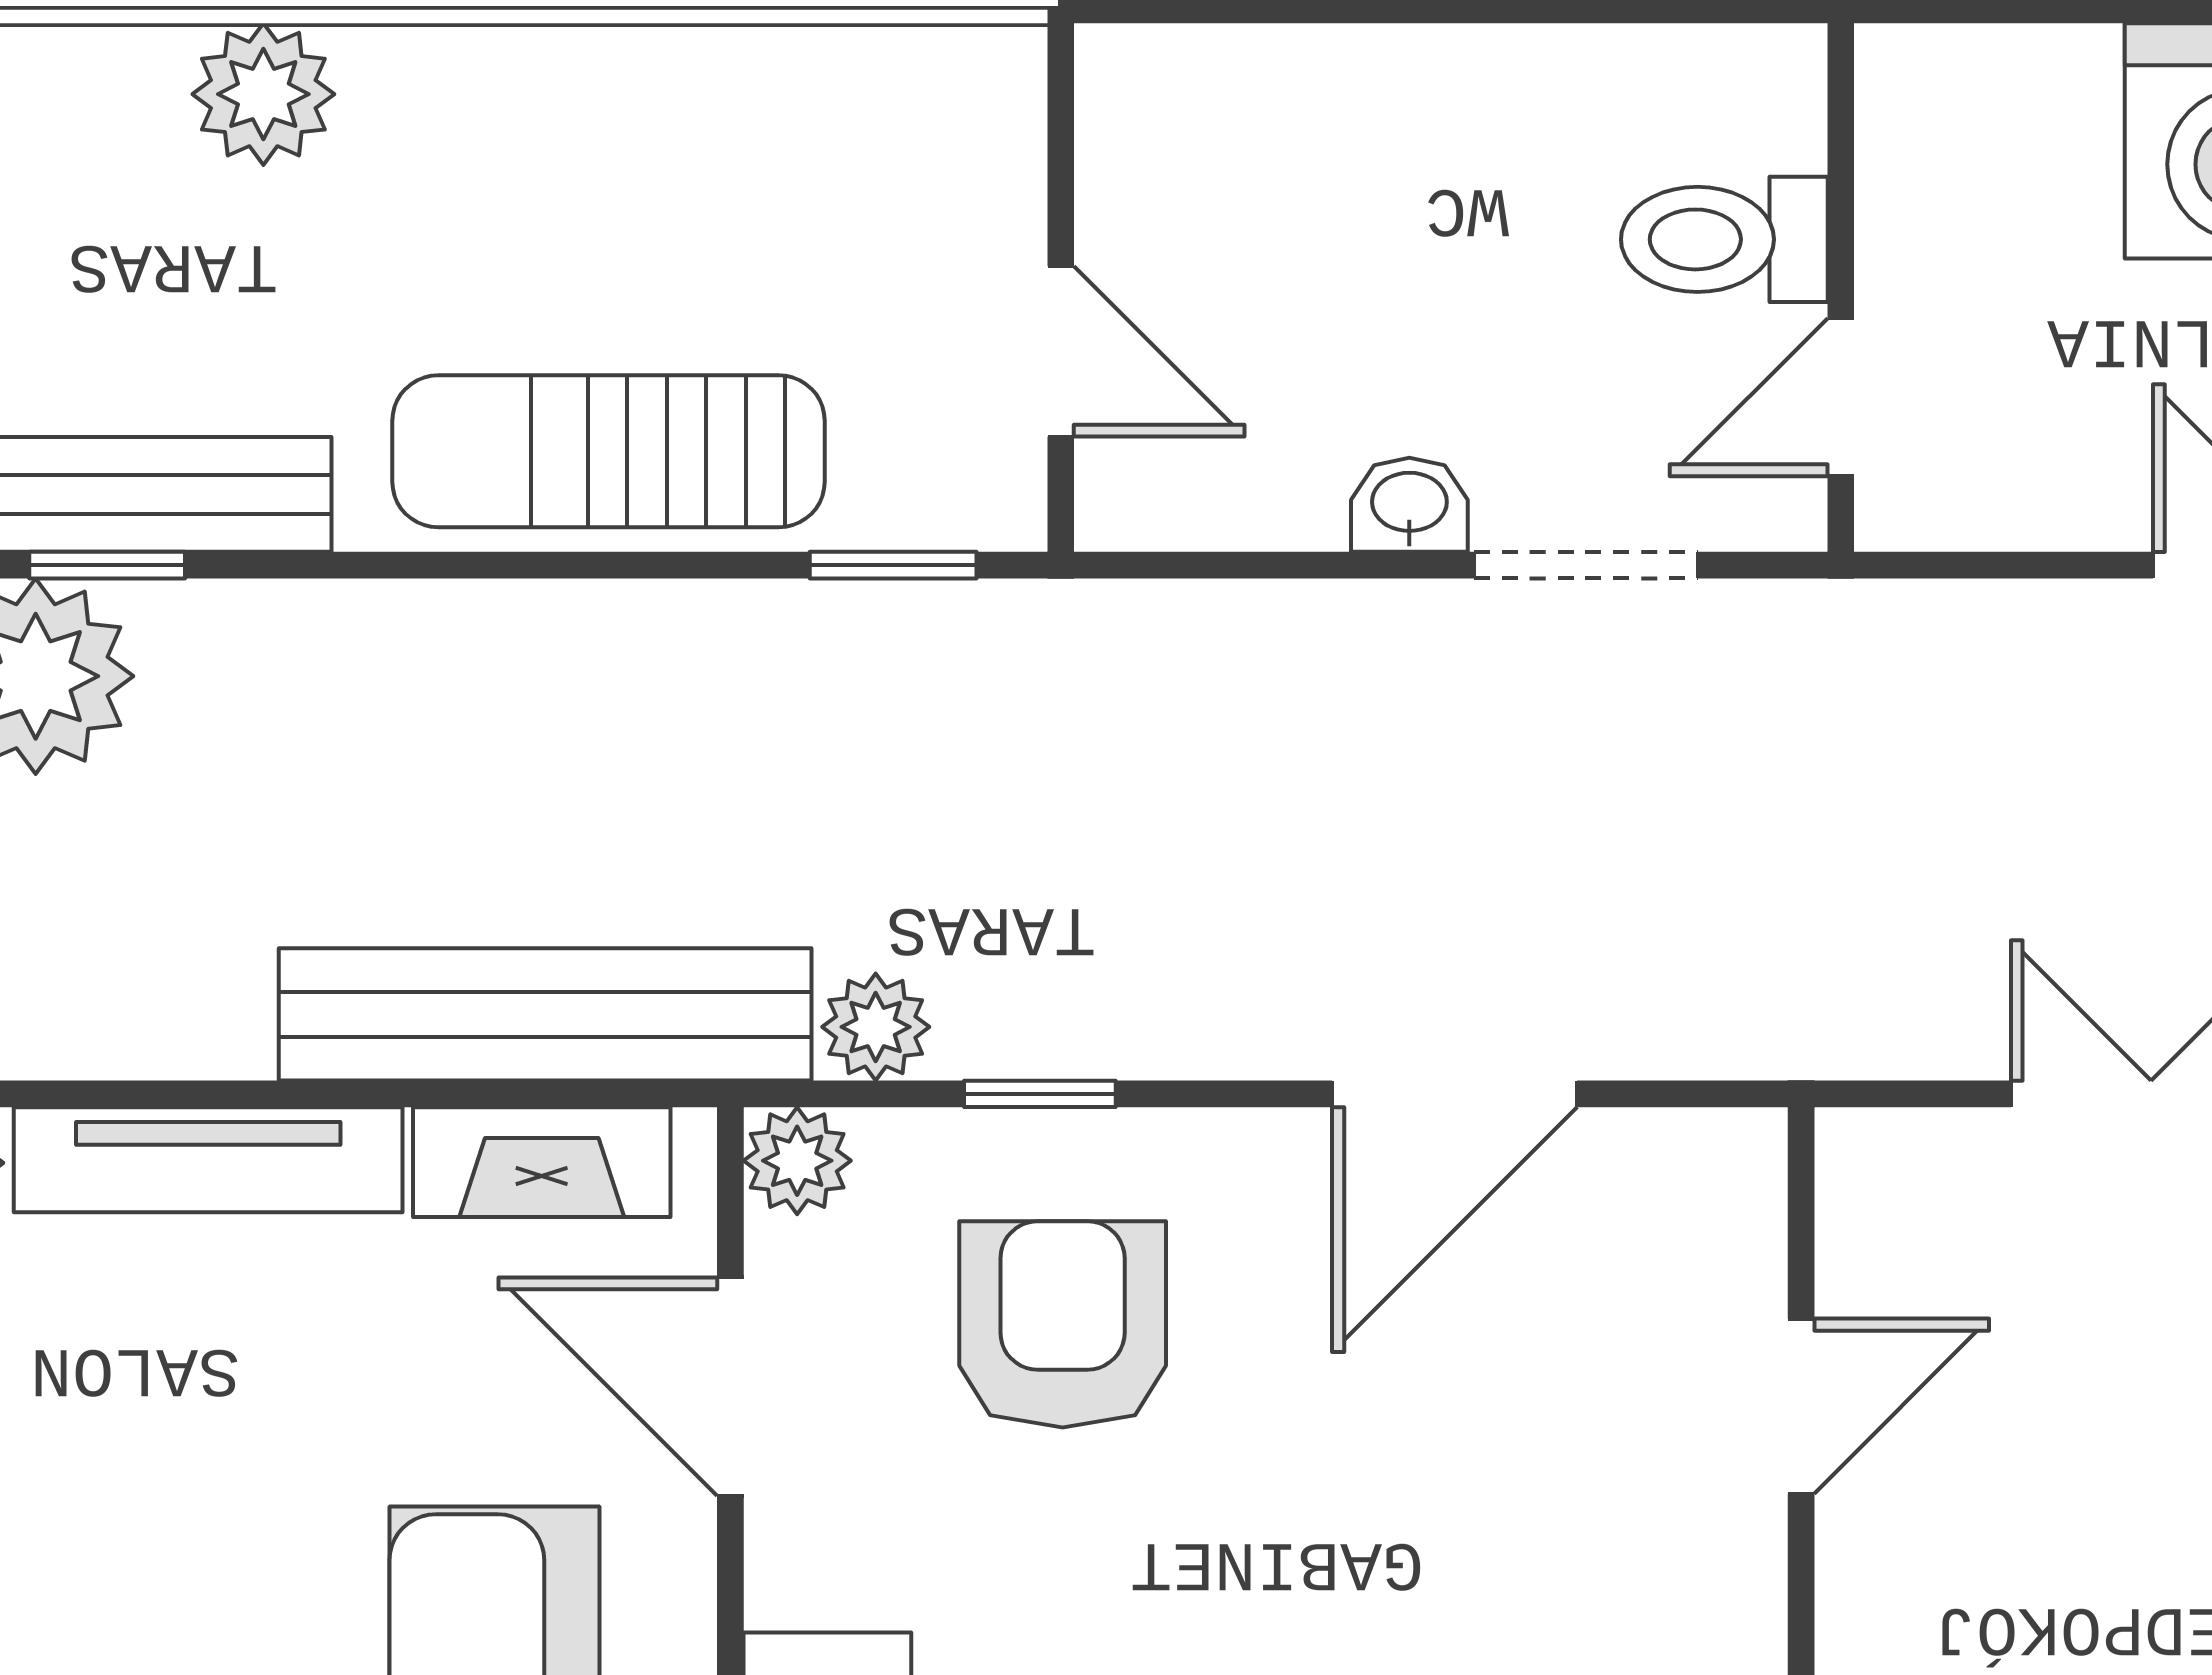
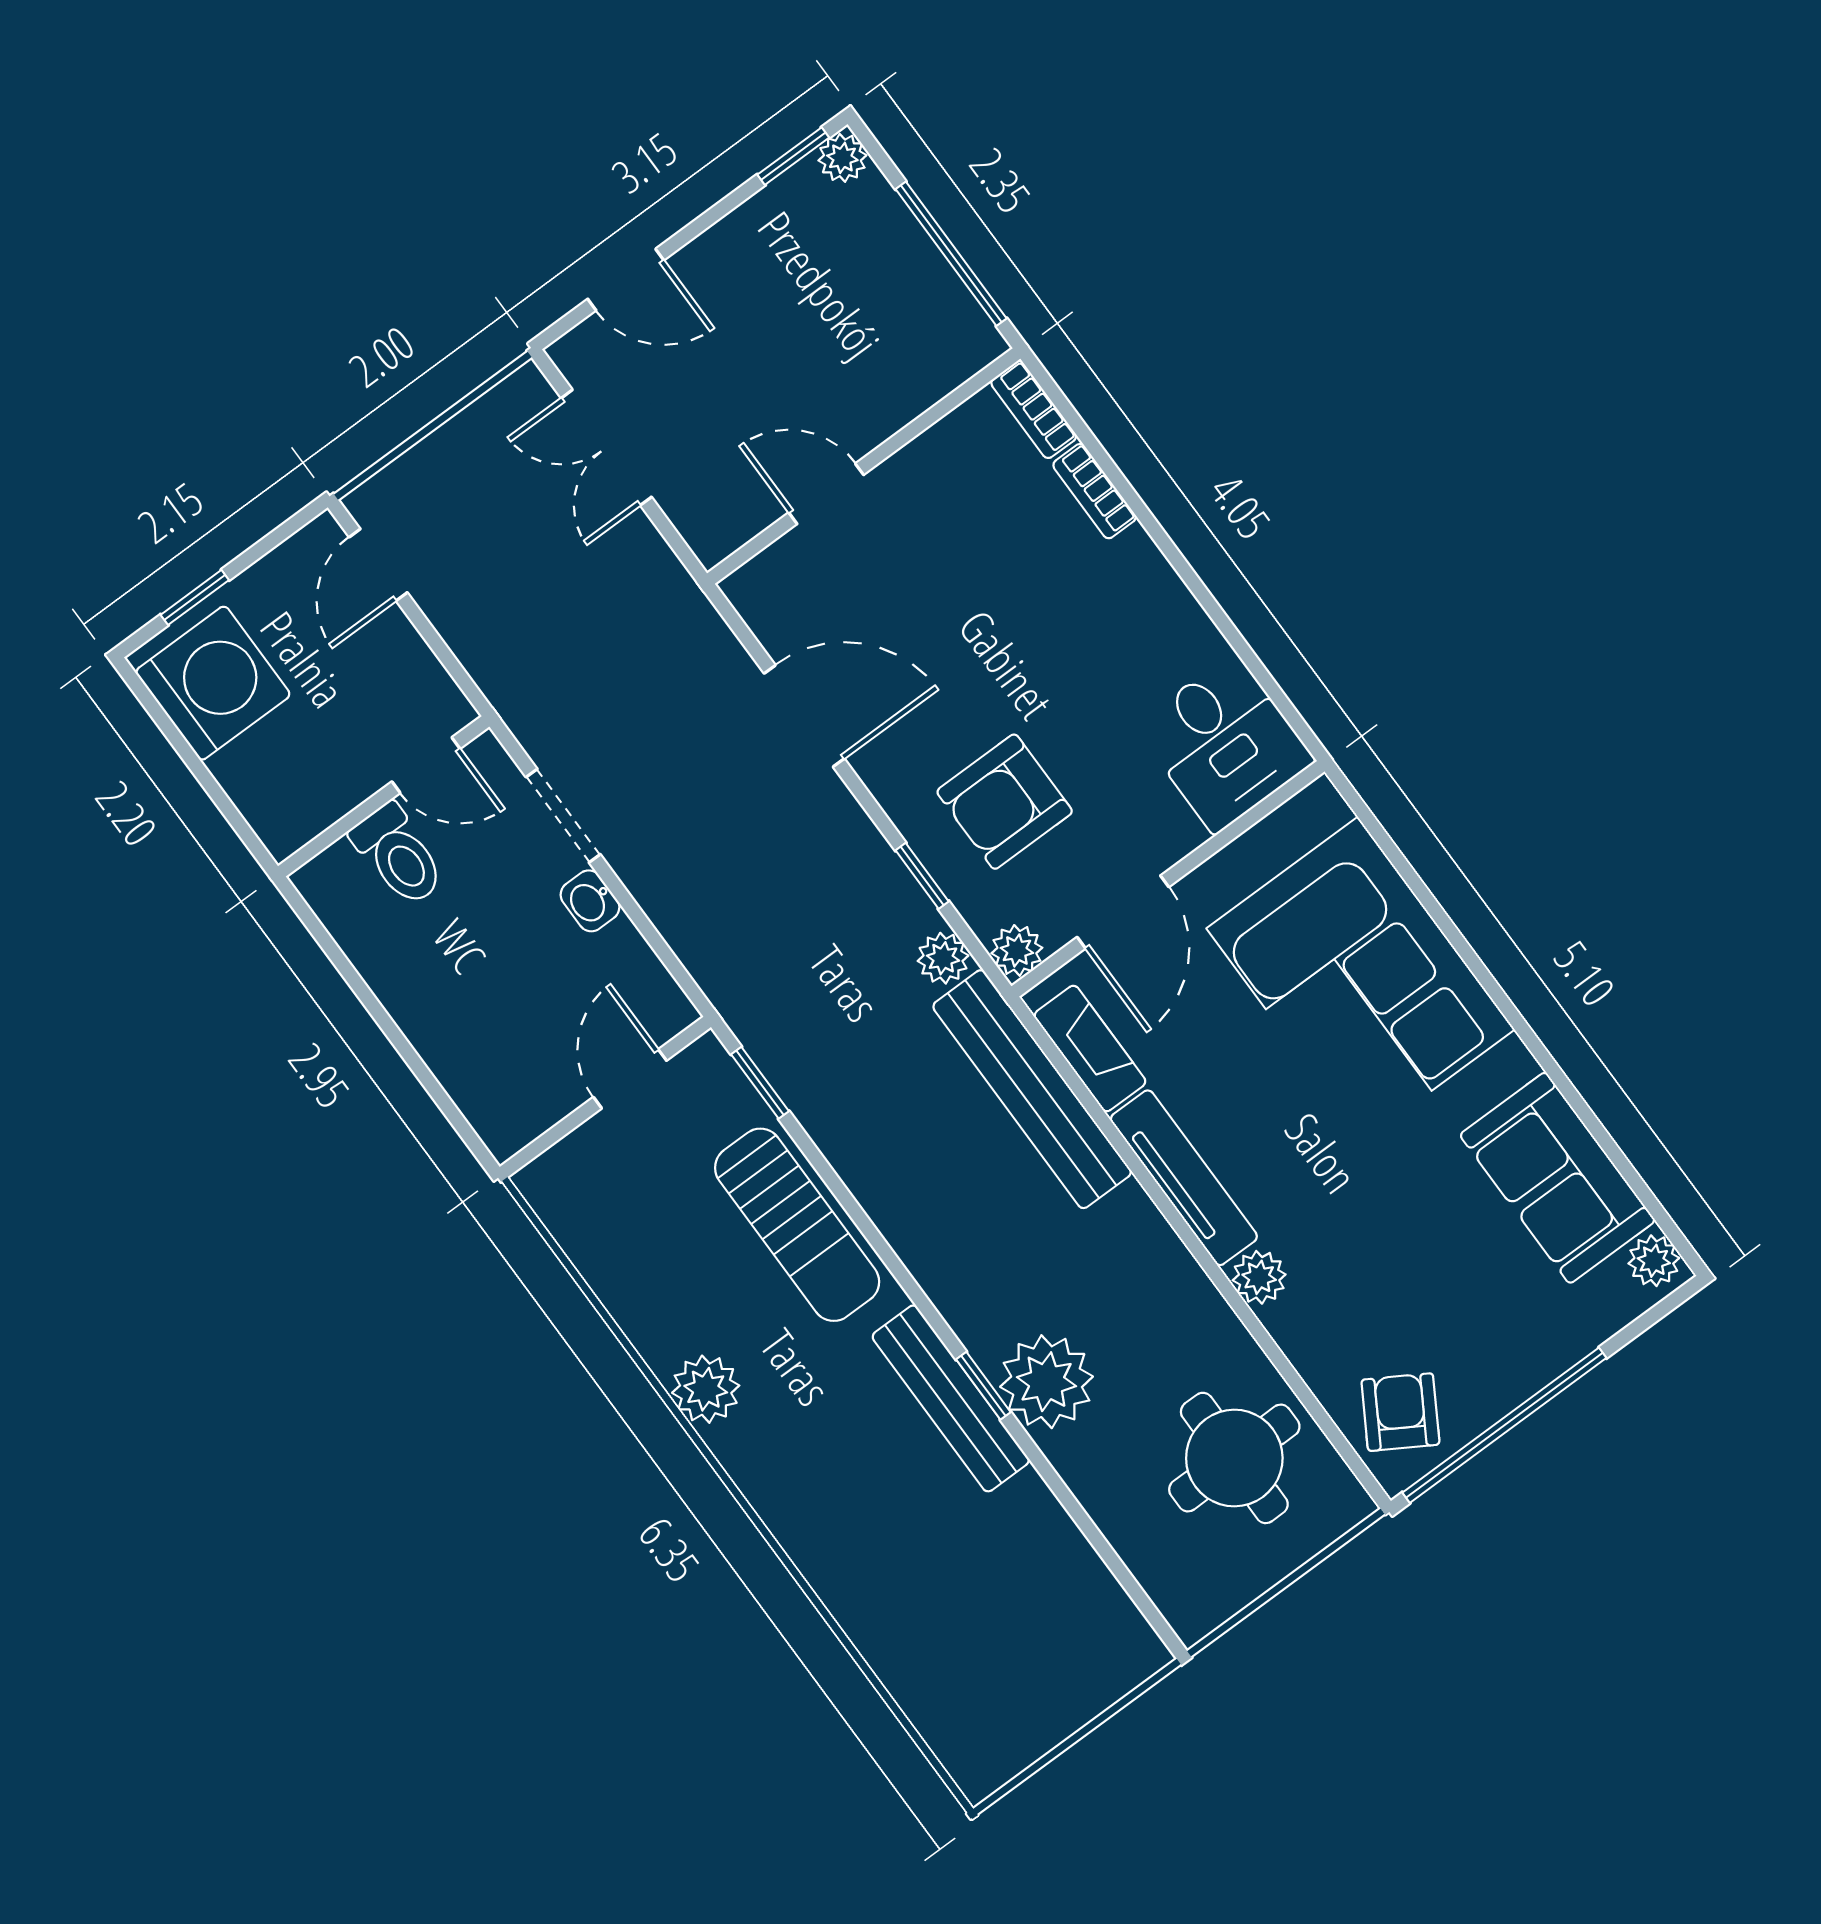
plant: (263, 94) -> (706, 1389), moved

